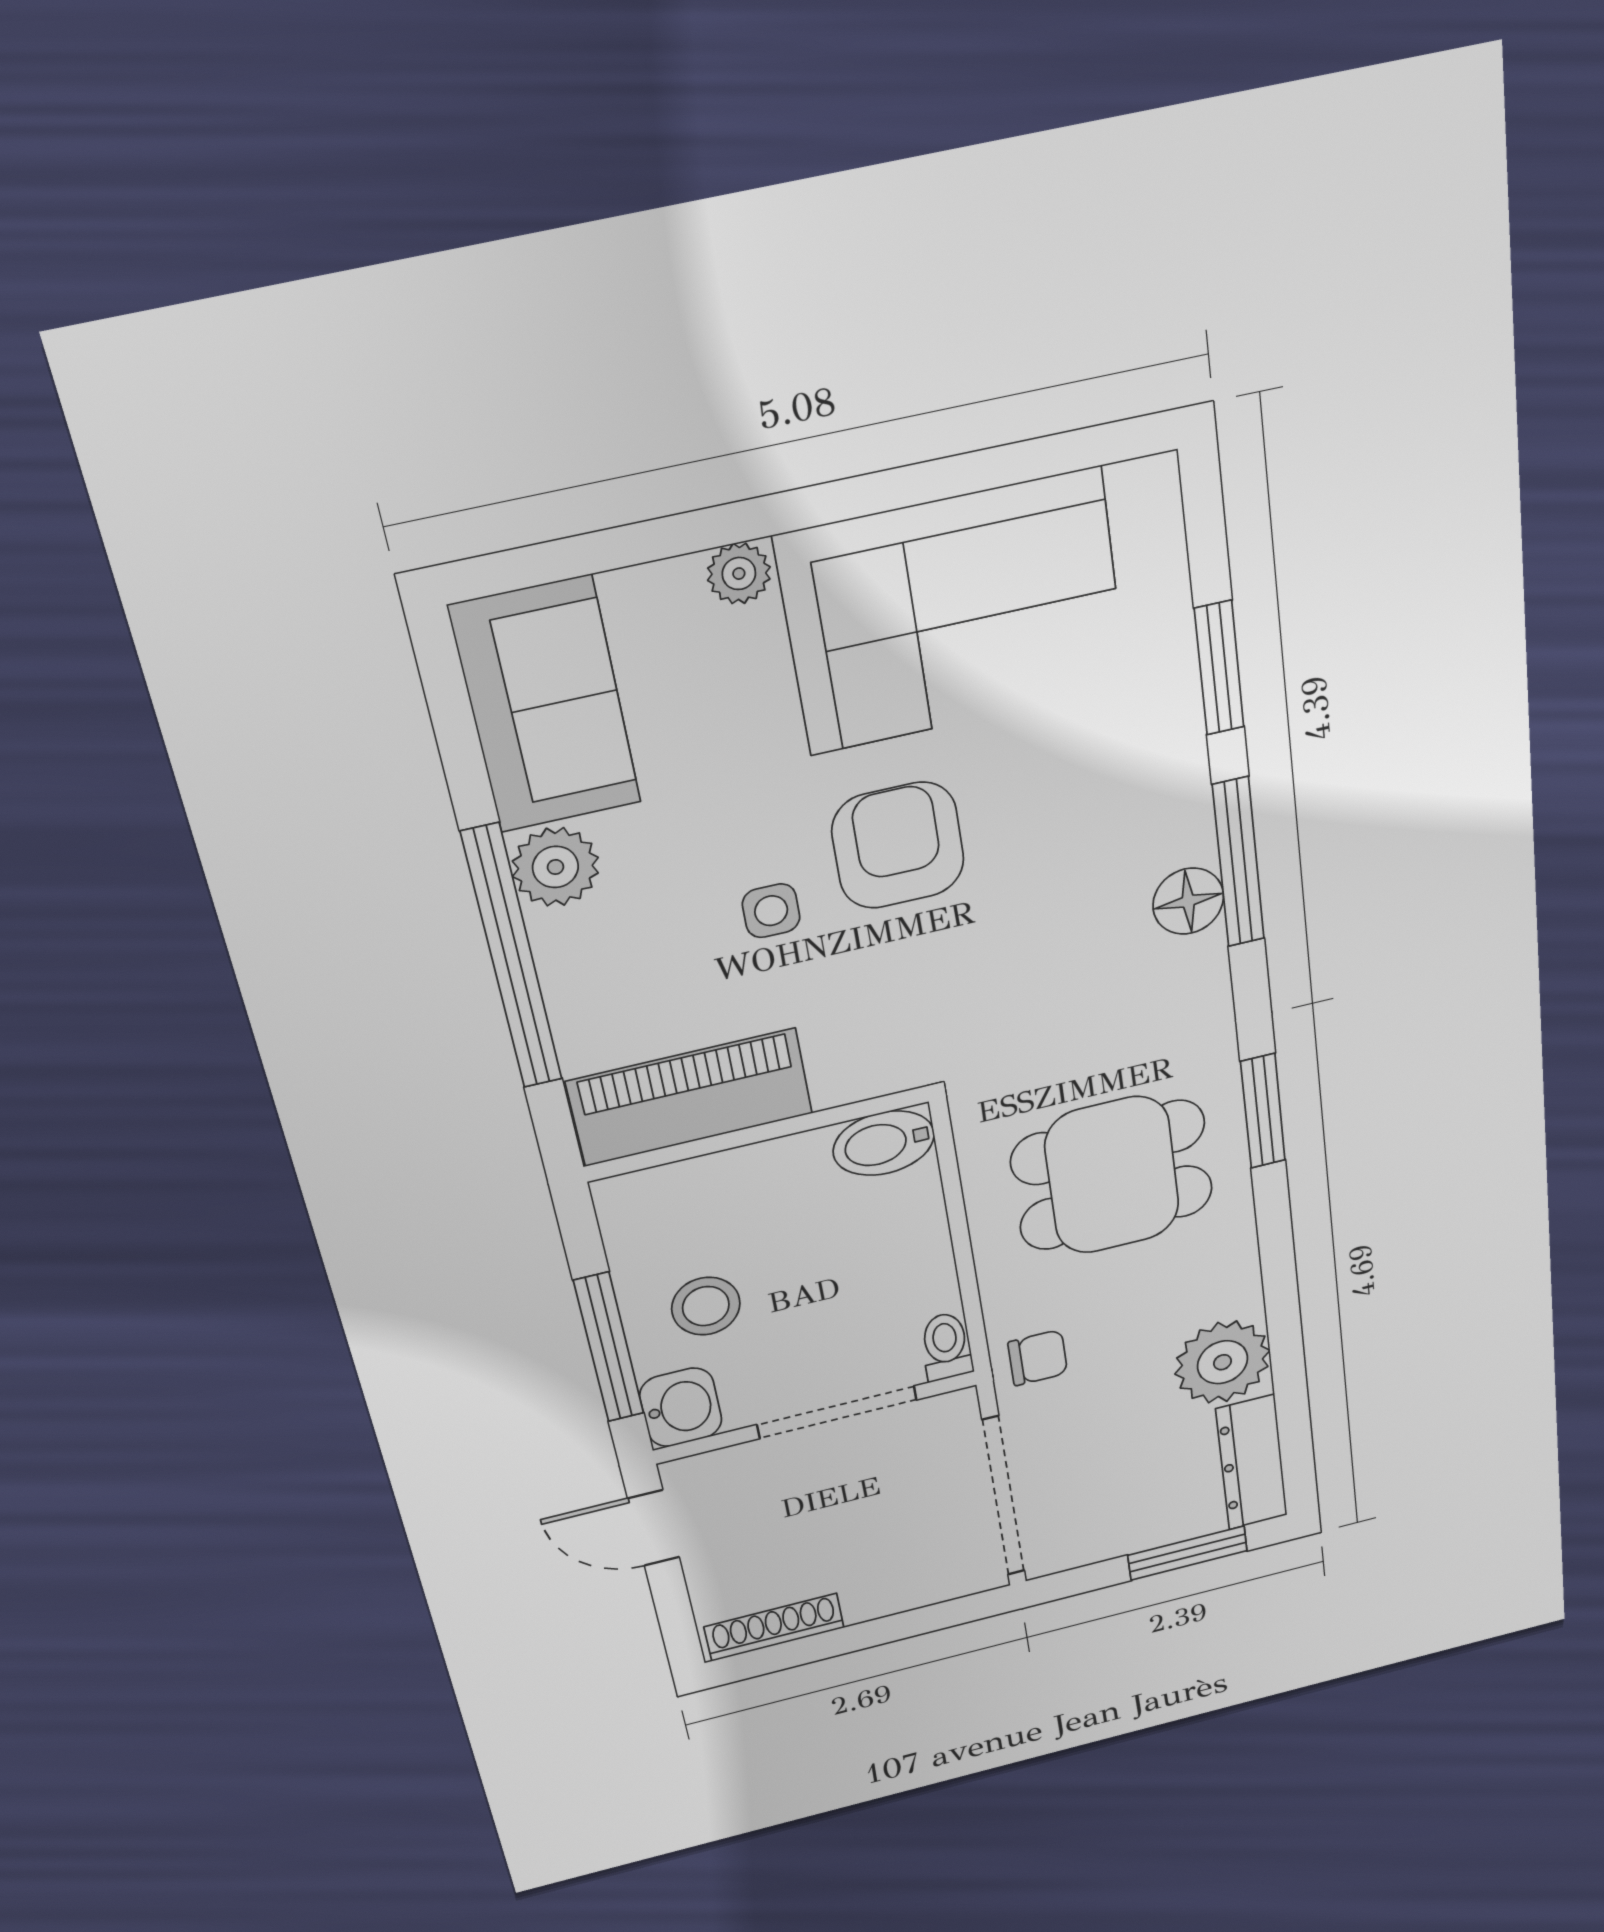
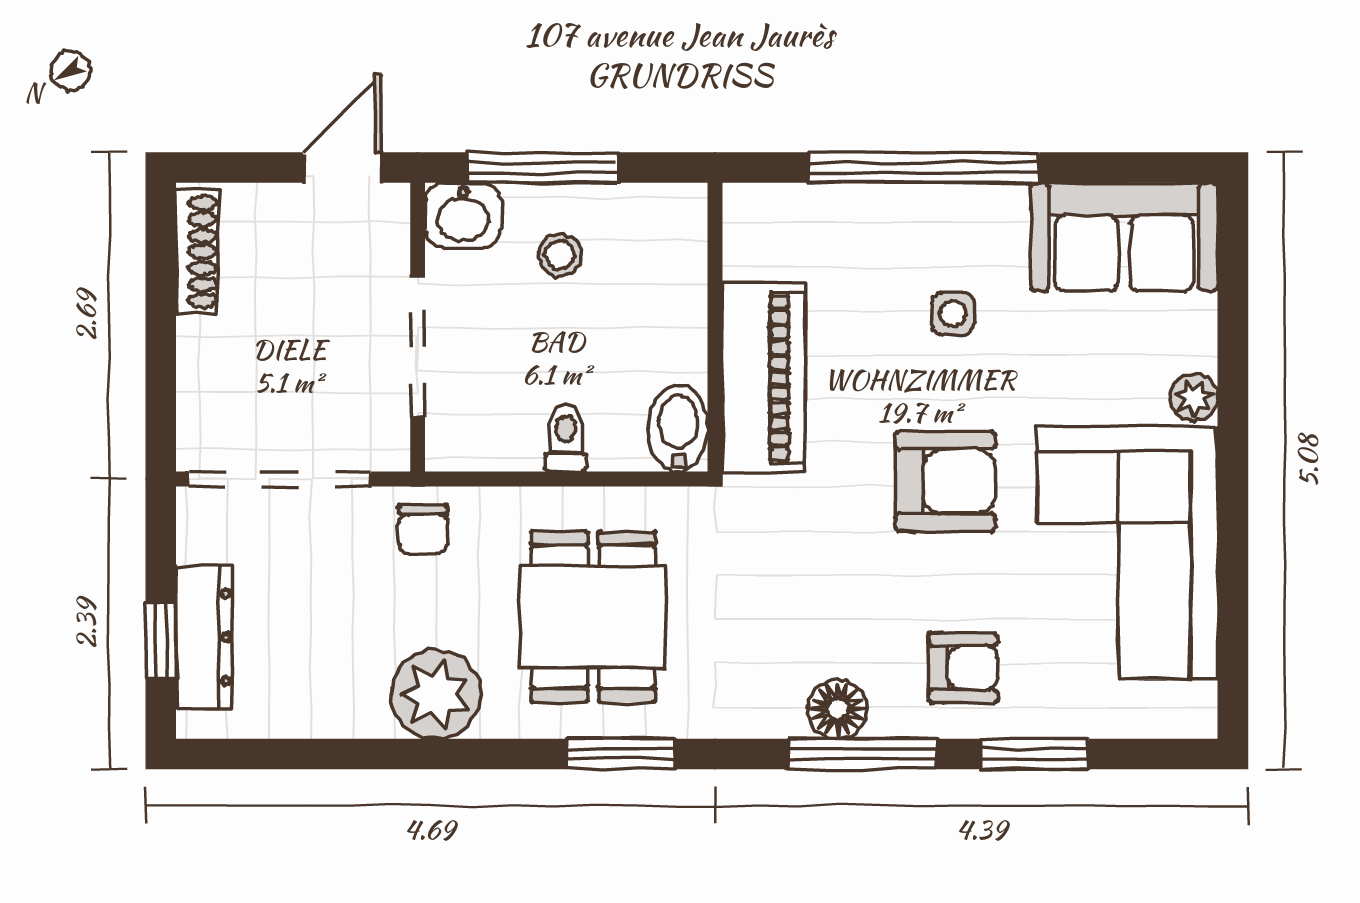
armchair: (1123, 774) -> (963, 668), added
plant: (555, 867) -> (992, 216), removed
side table: (771, 911) -> (953, 314), moved
piano: (690, 1098) -> (764, 378), moved
stool: (706, 1306) -> (560, 255), width x0.73, depth x0.73
toilet: (946, 1346) -> (566, 438), moved, turned -90
plant: (1223, 1362) -> (436, 694), moved
dresser: (1252, 1463) -> (204, 637), moved, turned 90
window: (1188, 1553) -> (161, 641), width x0.67

